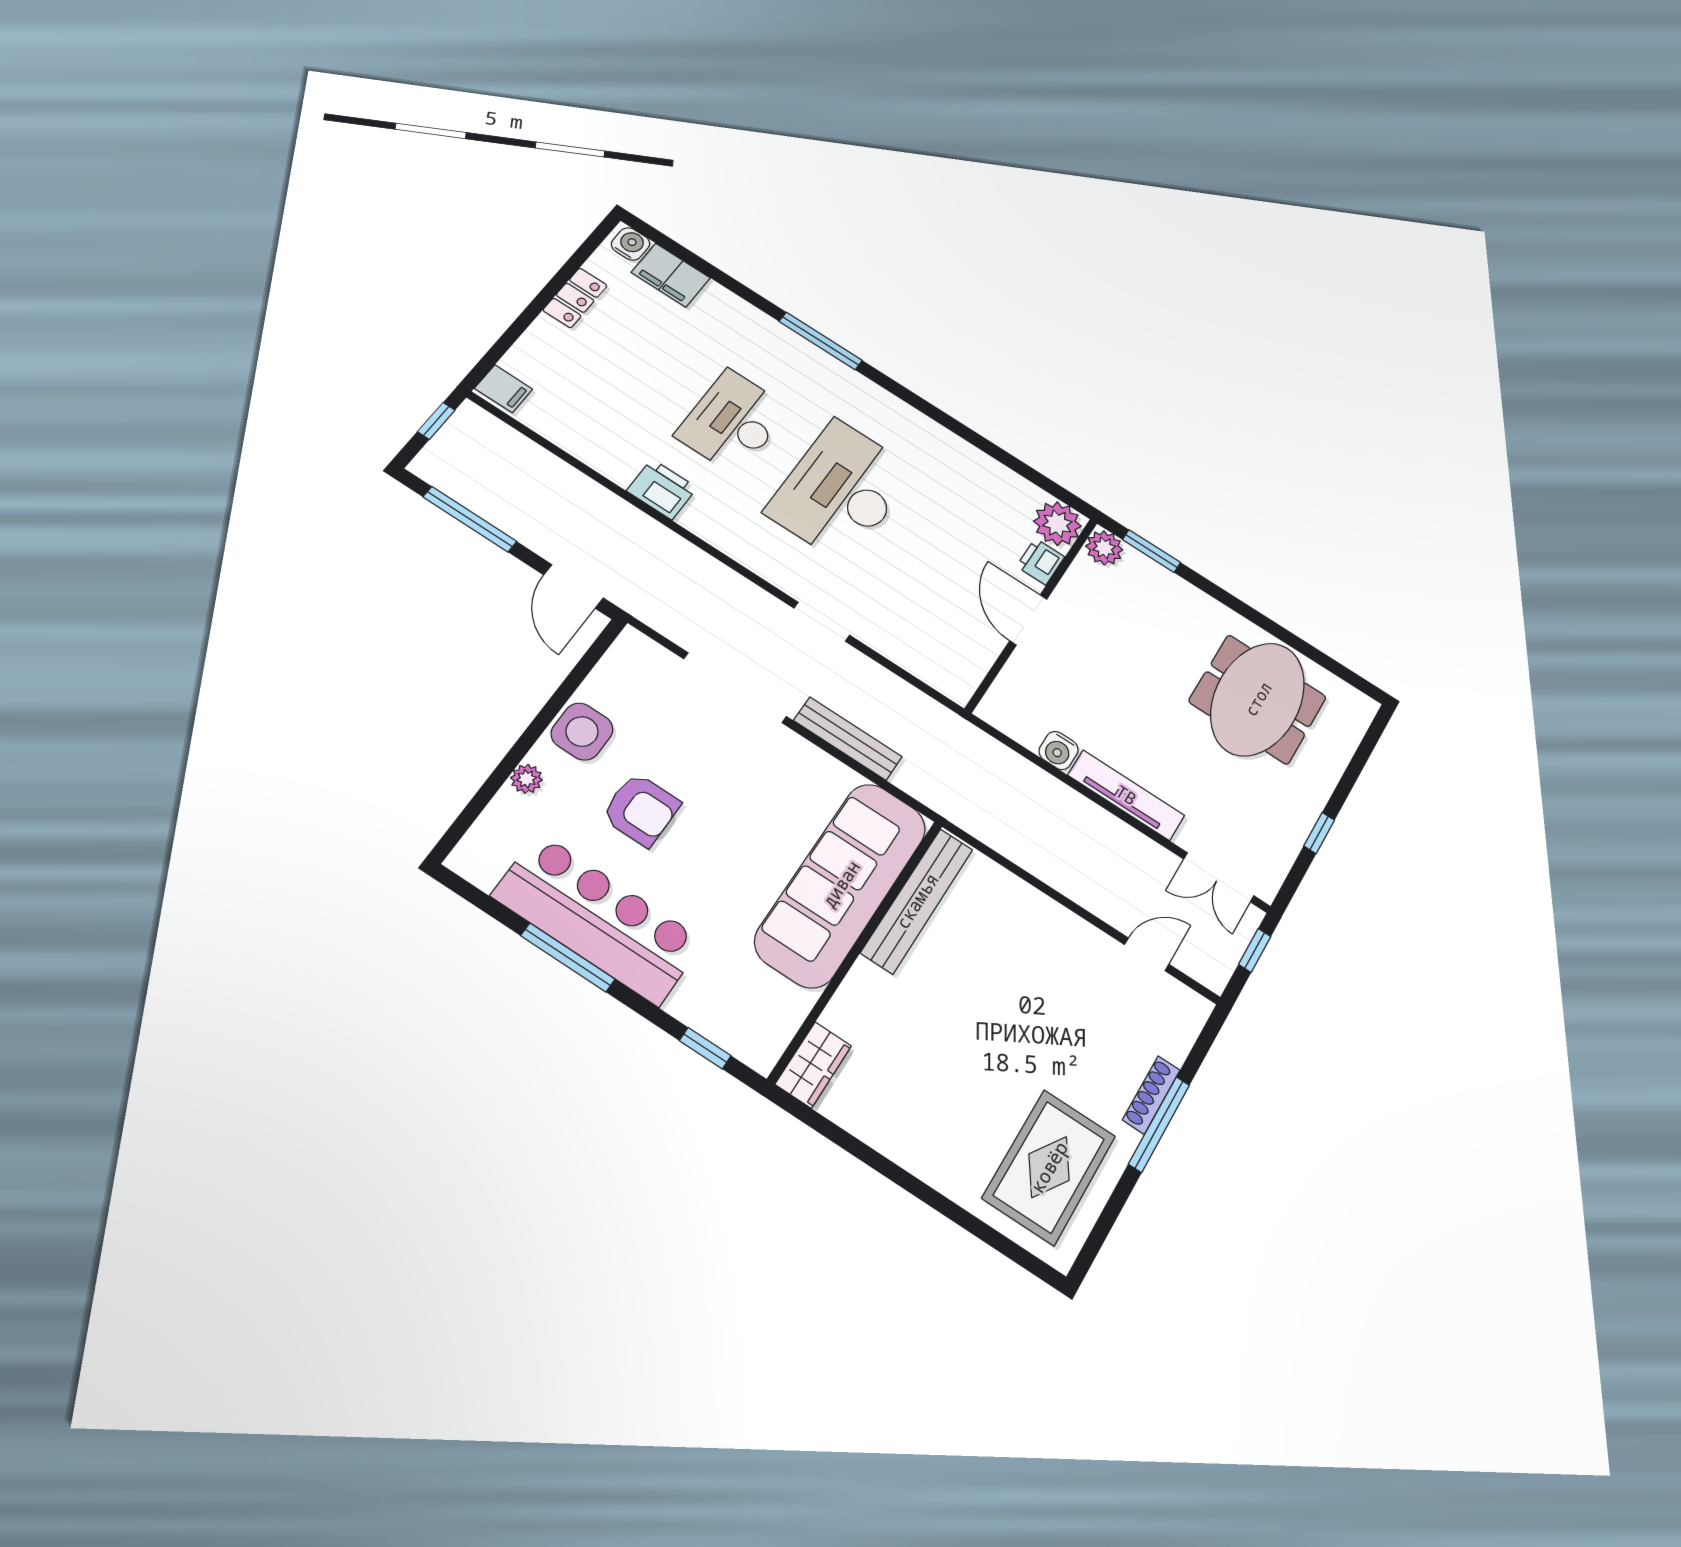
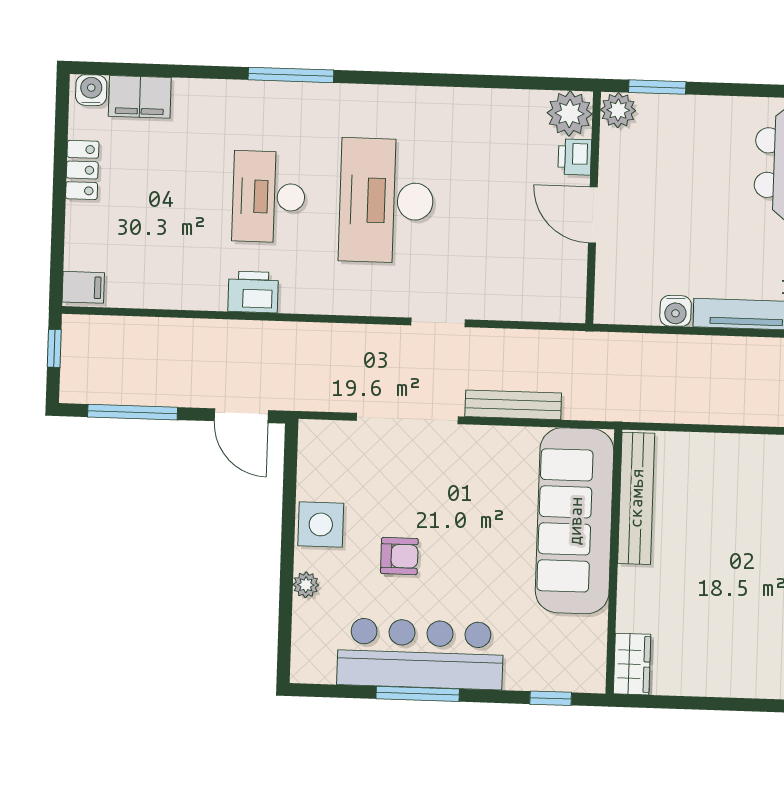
armchair: (641, 810) -> (399, 556), width x0.72, depth x0.72

